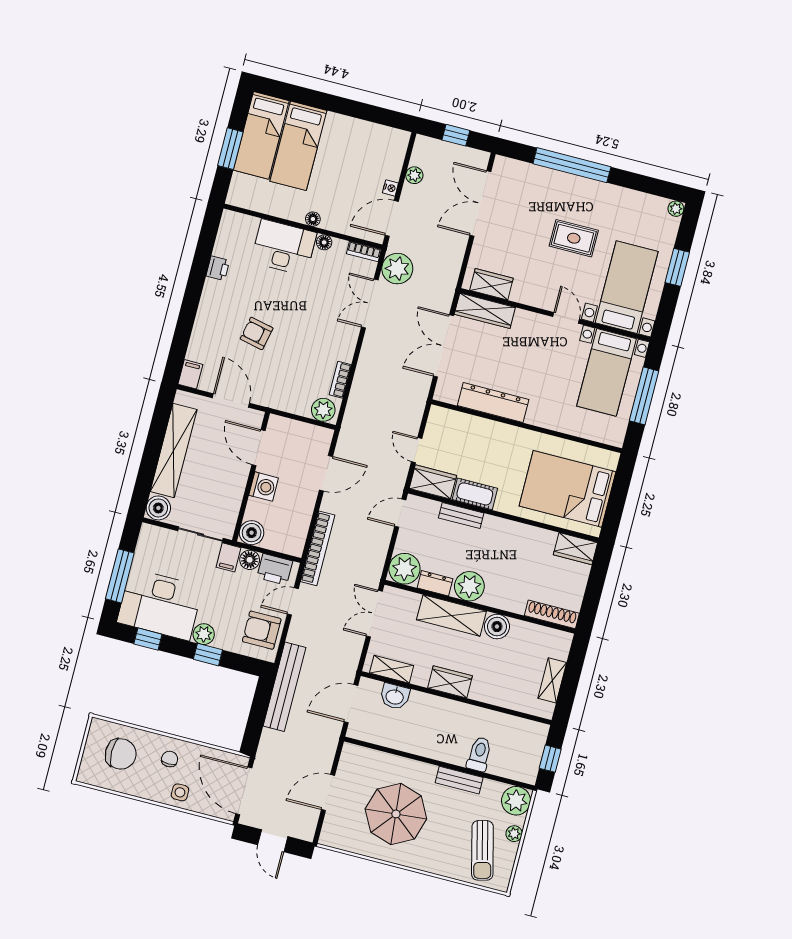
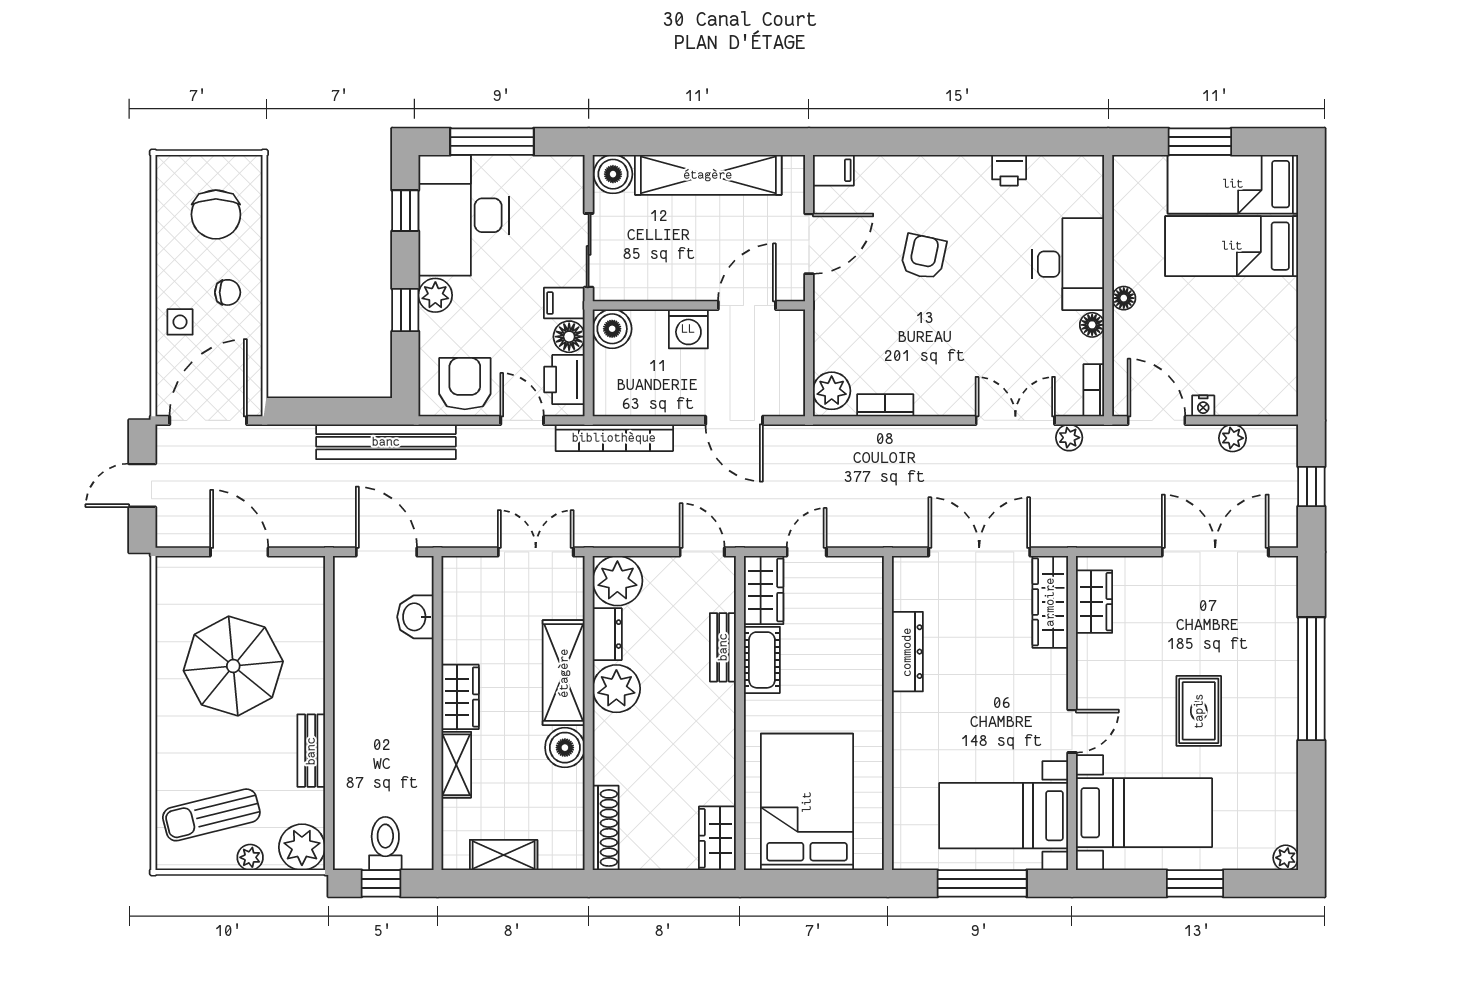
plant: (397, 269) -> (1069, 438), width x0.53, depth x0.53
dresser: (493, 403) -> (907, 652), width x0.73, depth x0.80
shelving: (392, 669) -> (456, 765), moved
toilet: (479, 754) -> (385, 844), moved, turned -90

